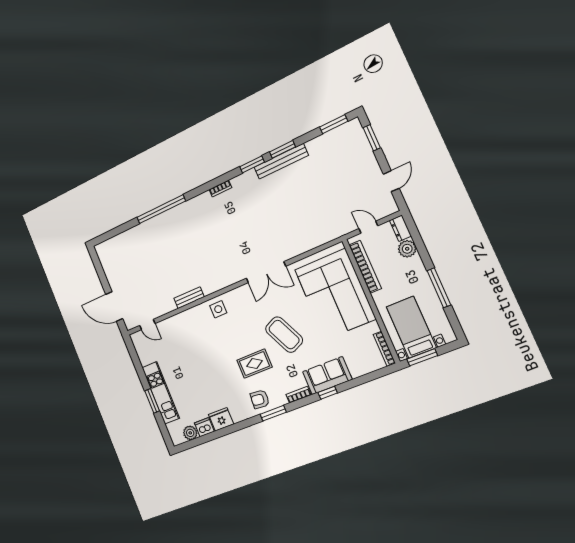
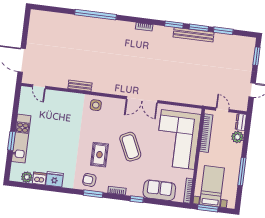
window: (334, 124) -> (223, 31), moved
rug: (254, 364) -> (99, 155), turned 90
sofa: (327, 376) -> (159, 190), moved

